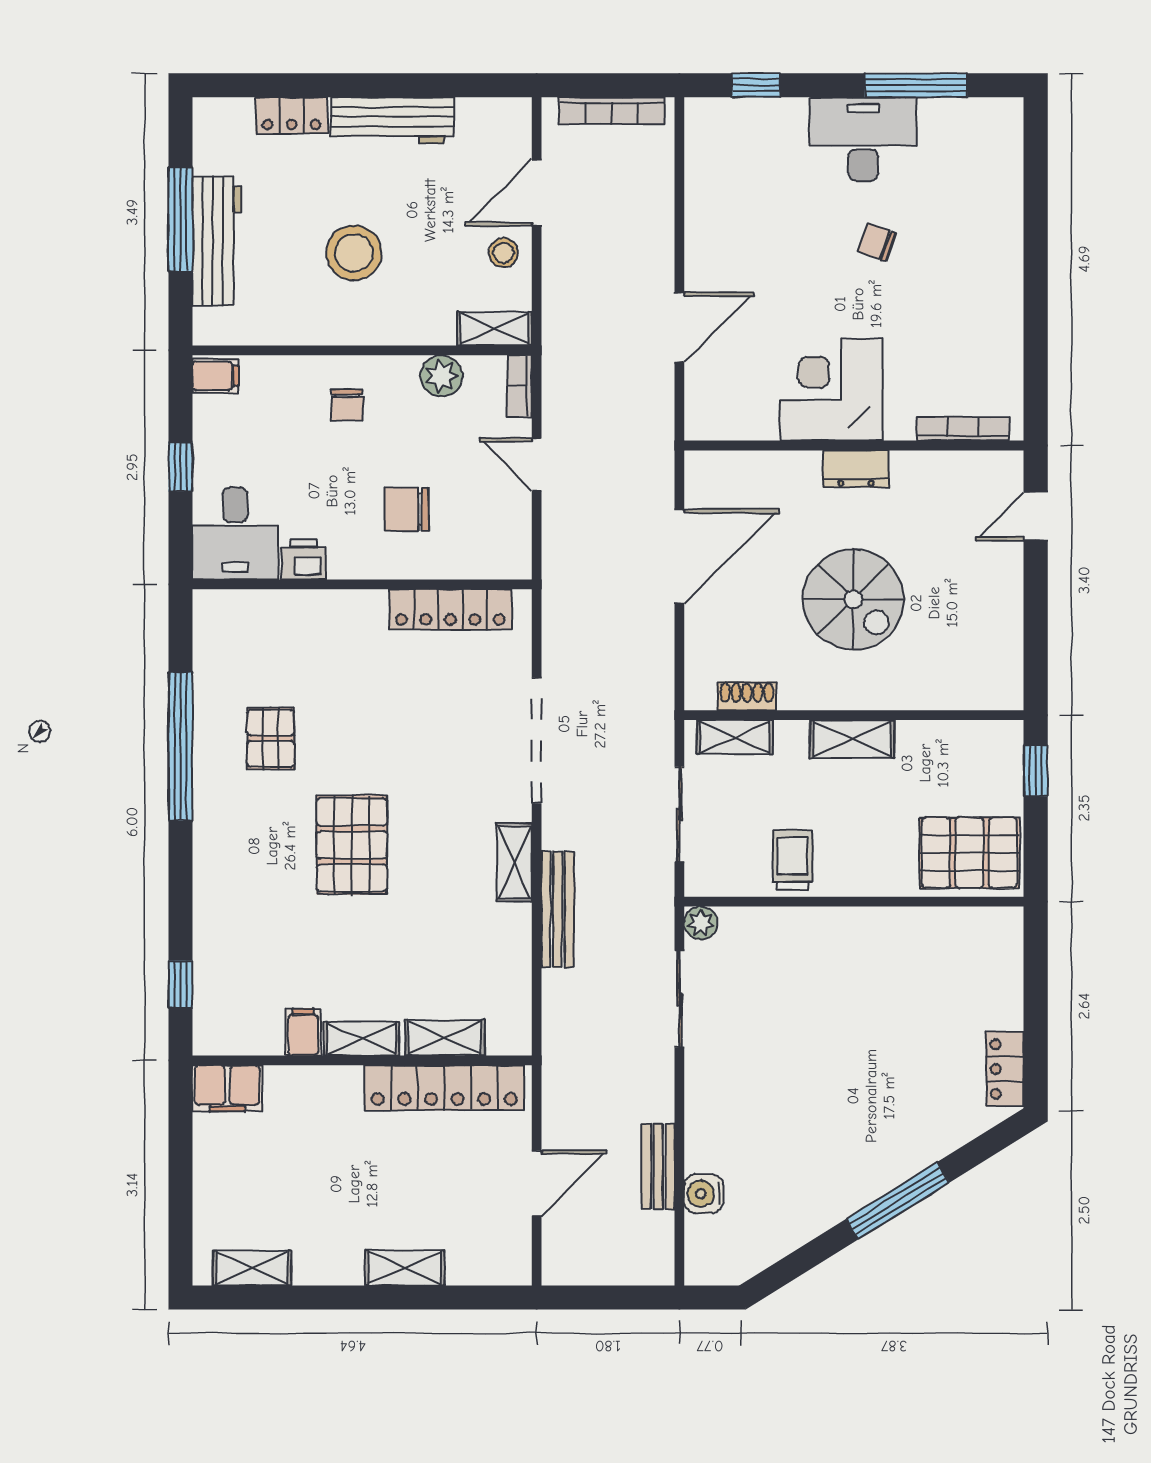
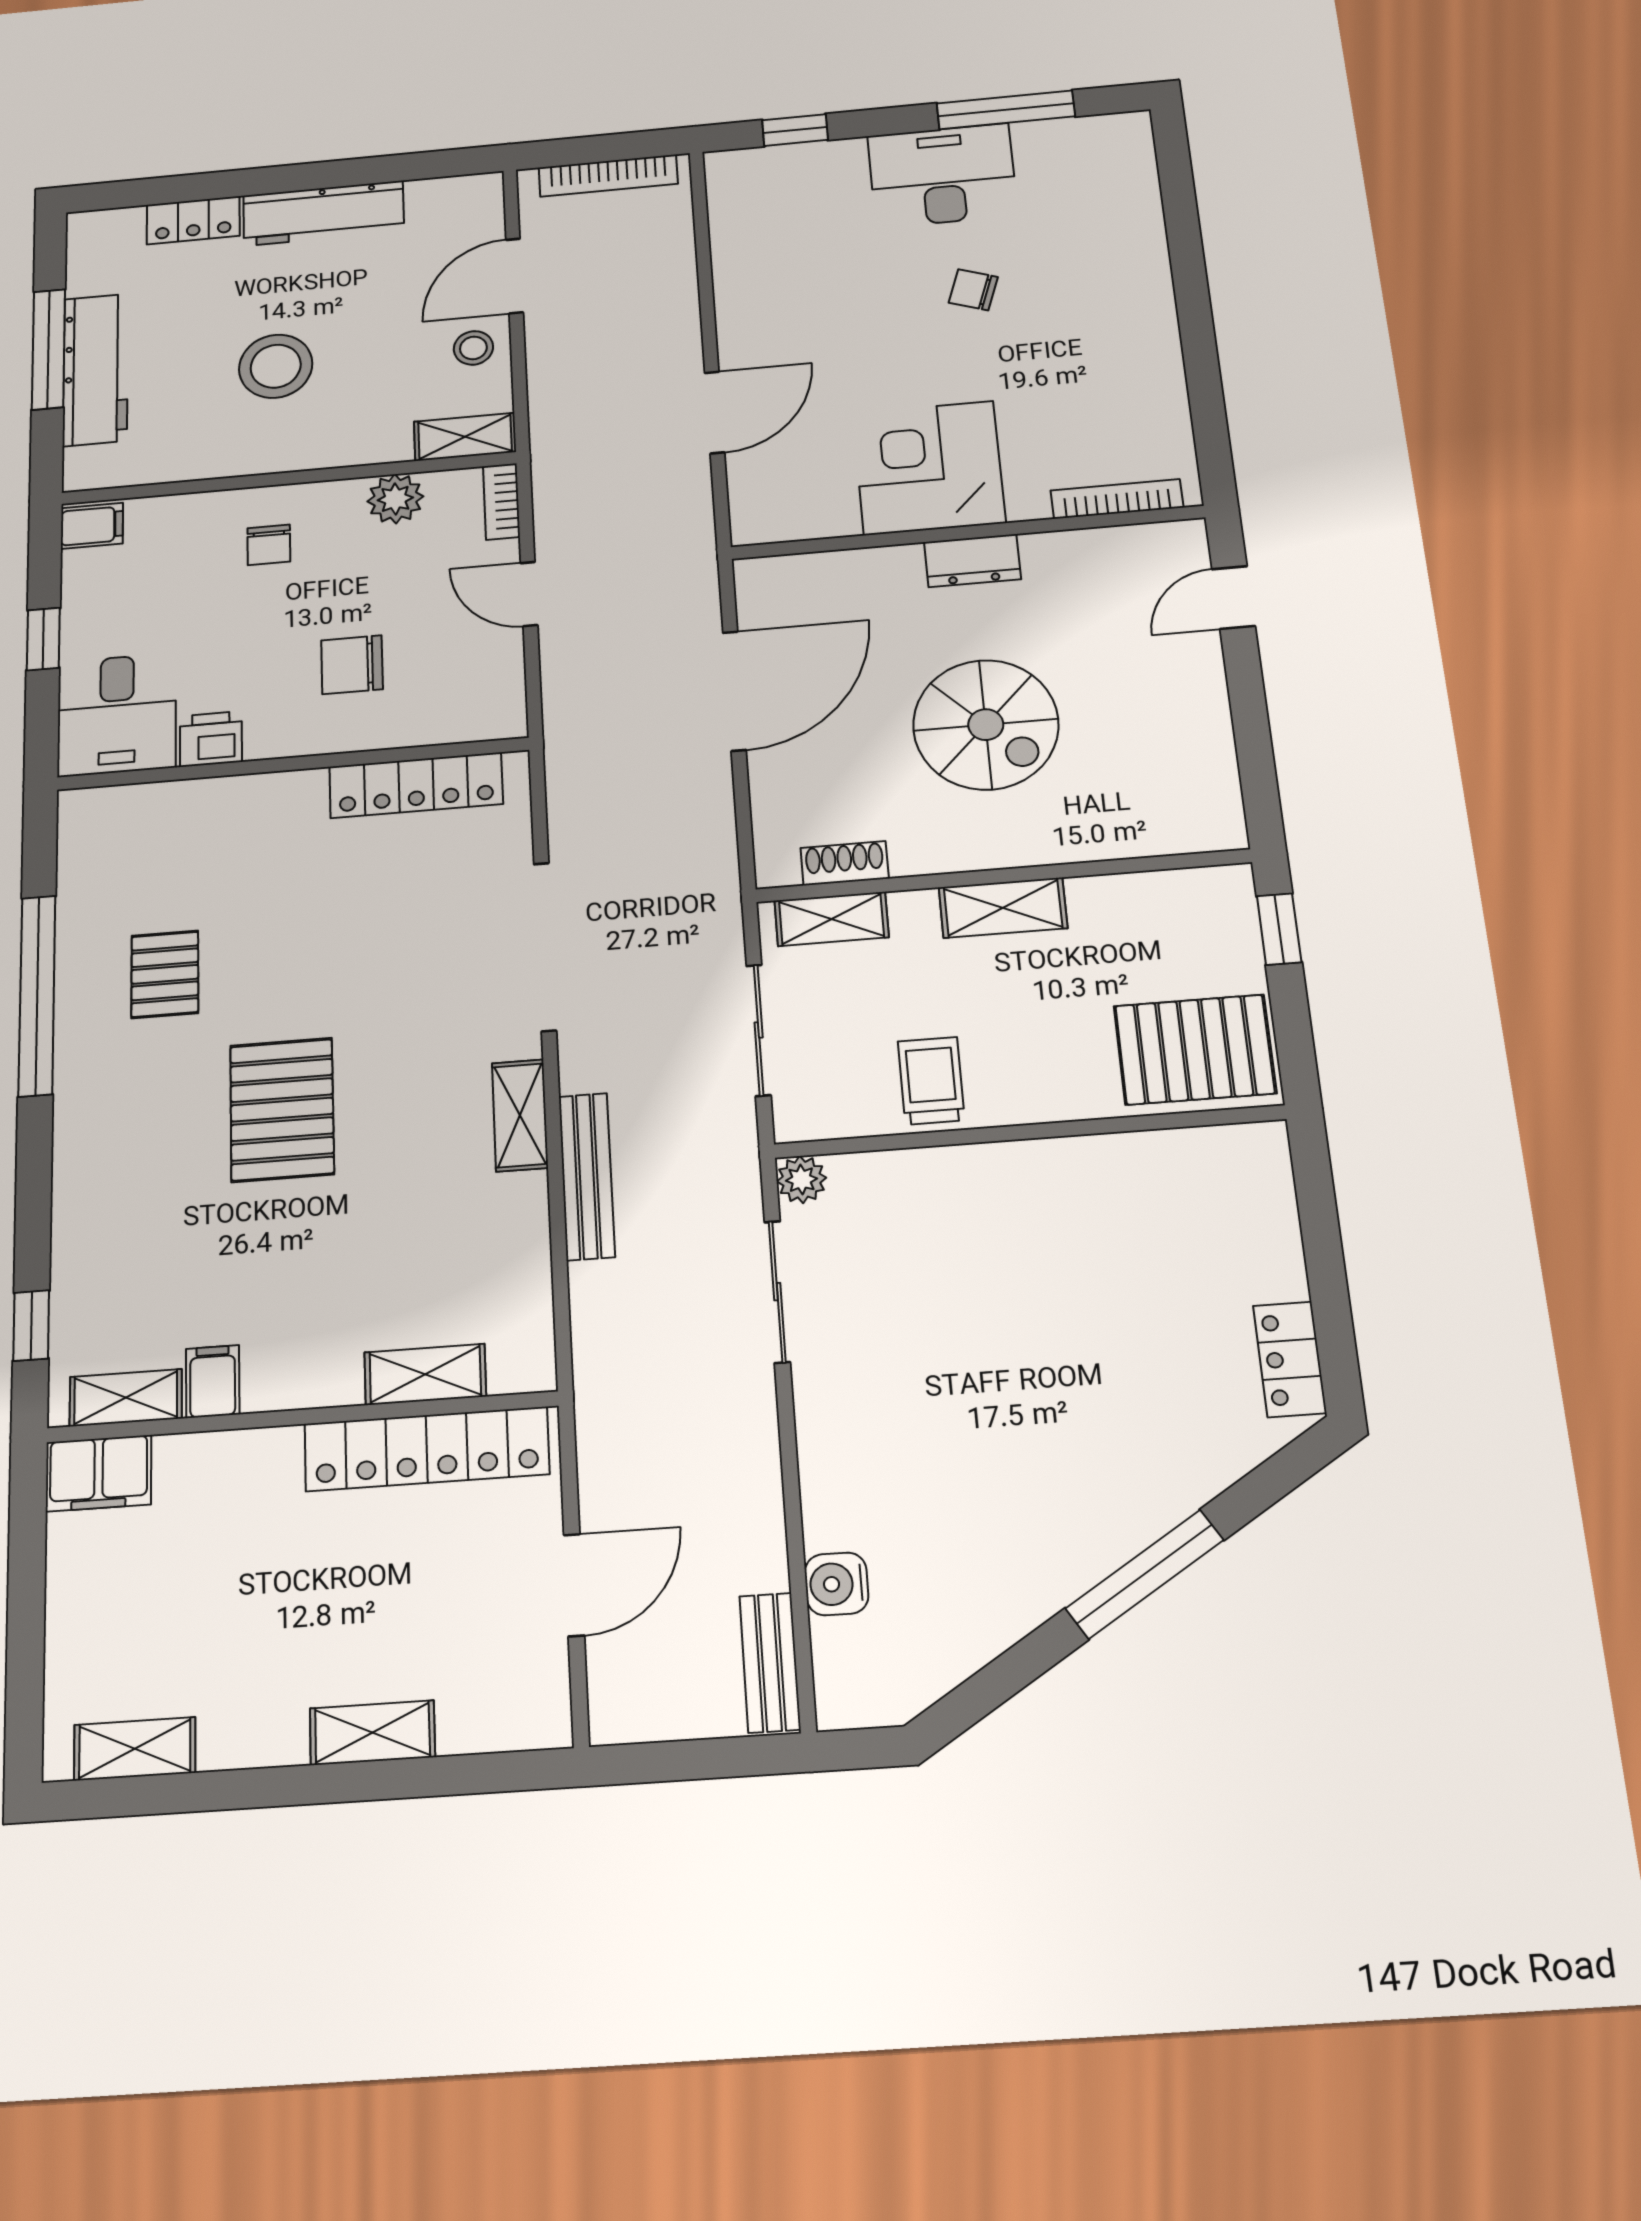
shelving: (361, 1039) -> (126, 1398), moved
bench: (658, 1167) -> (770, 1663), moved

